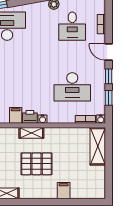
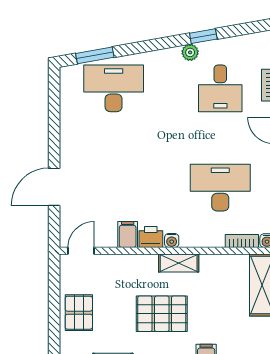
desk: (72, 87) -> (220, 188), turned 180
shelving: (31, 133) -> (179, 263), moved

